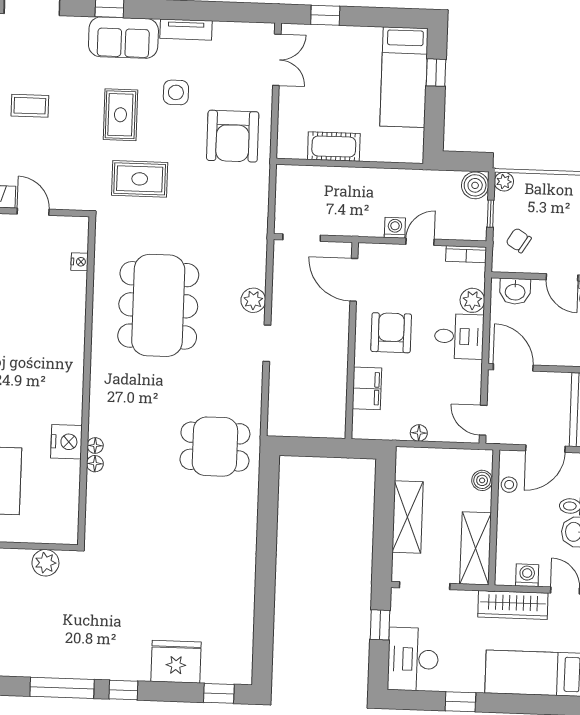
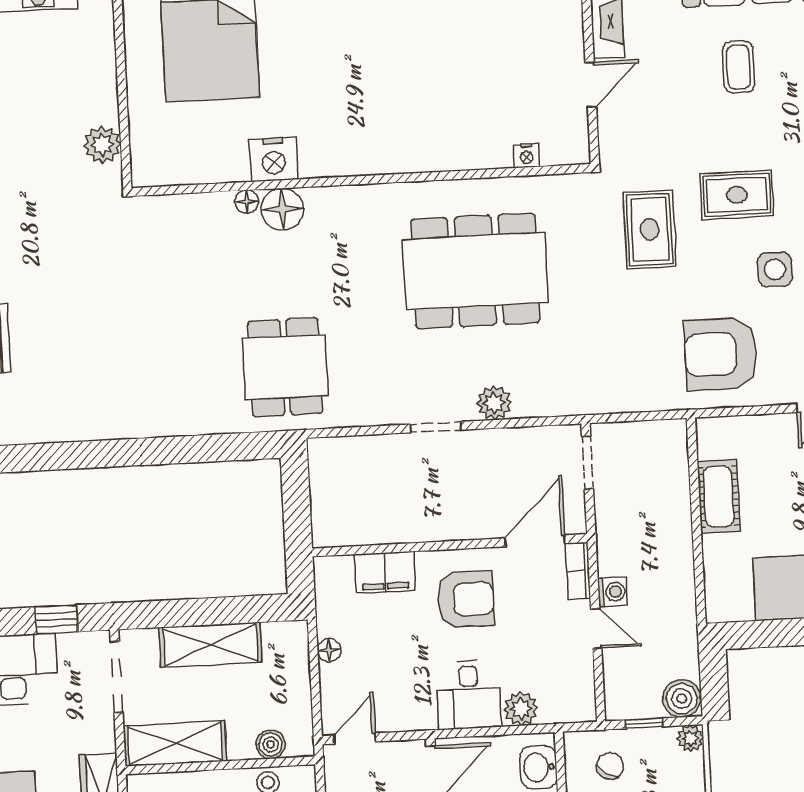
bookcase: (466, 254) -> (578, 571), moved
floor lamp: (95, 446) -> (282, 209), width x1.89, depth x1.89

